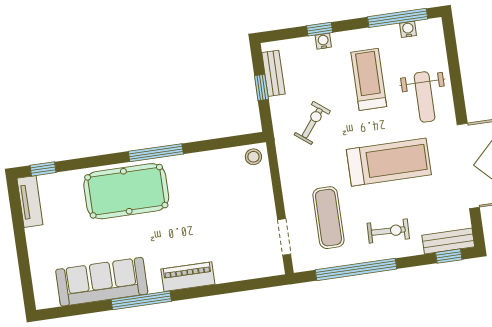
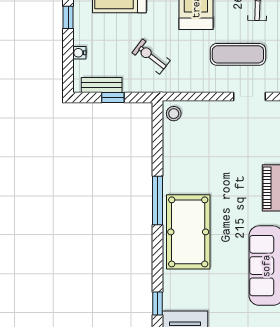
window: (320, 29) -> (68, 17), moved
water cooler: (323, 41) -> (79, 53), moved

